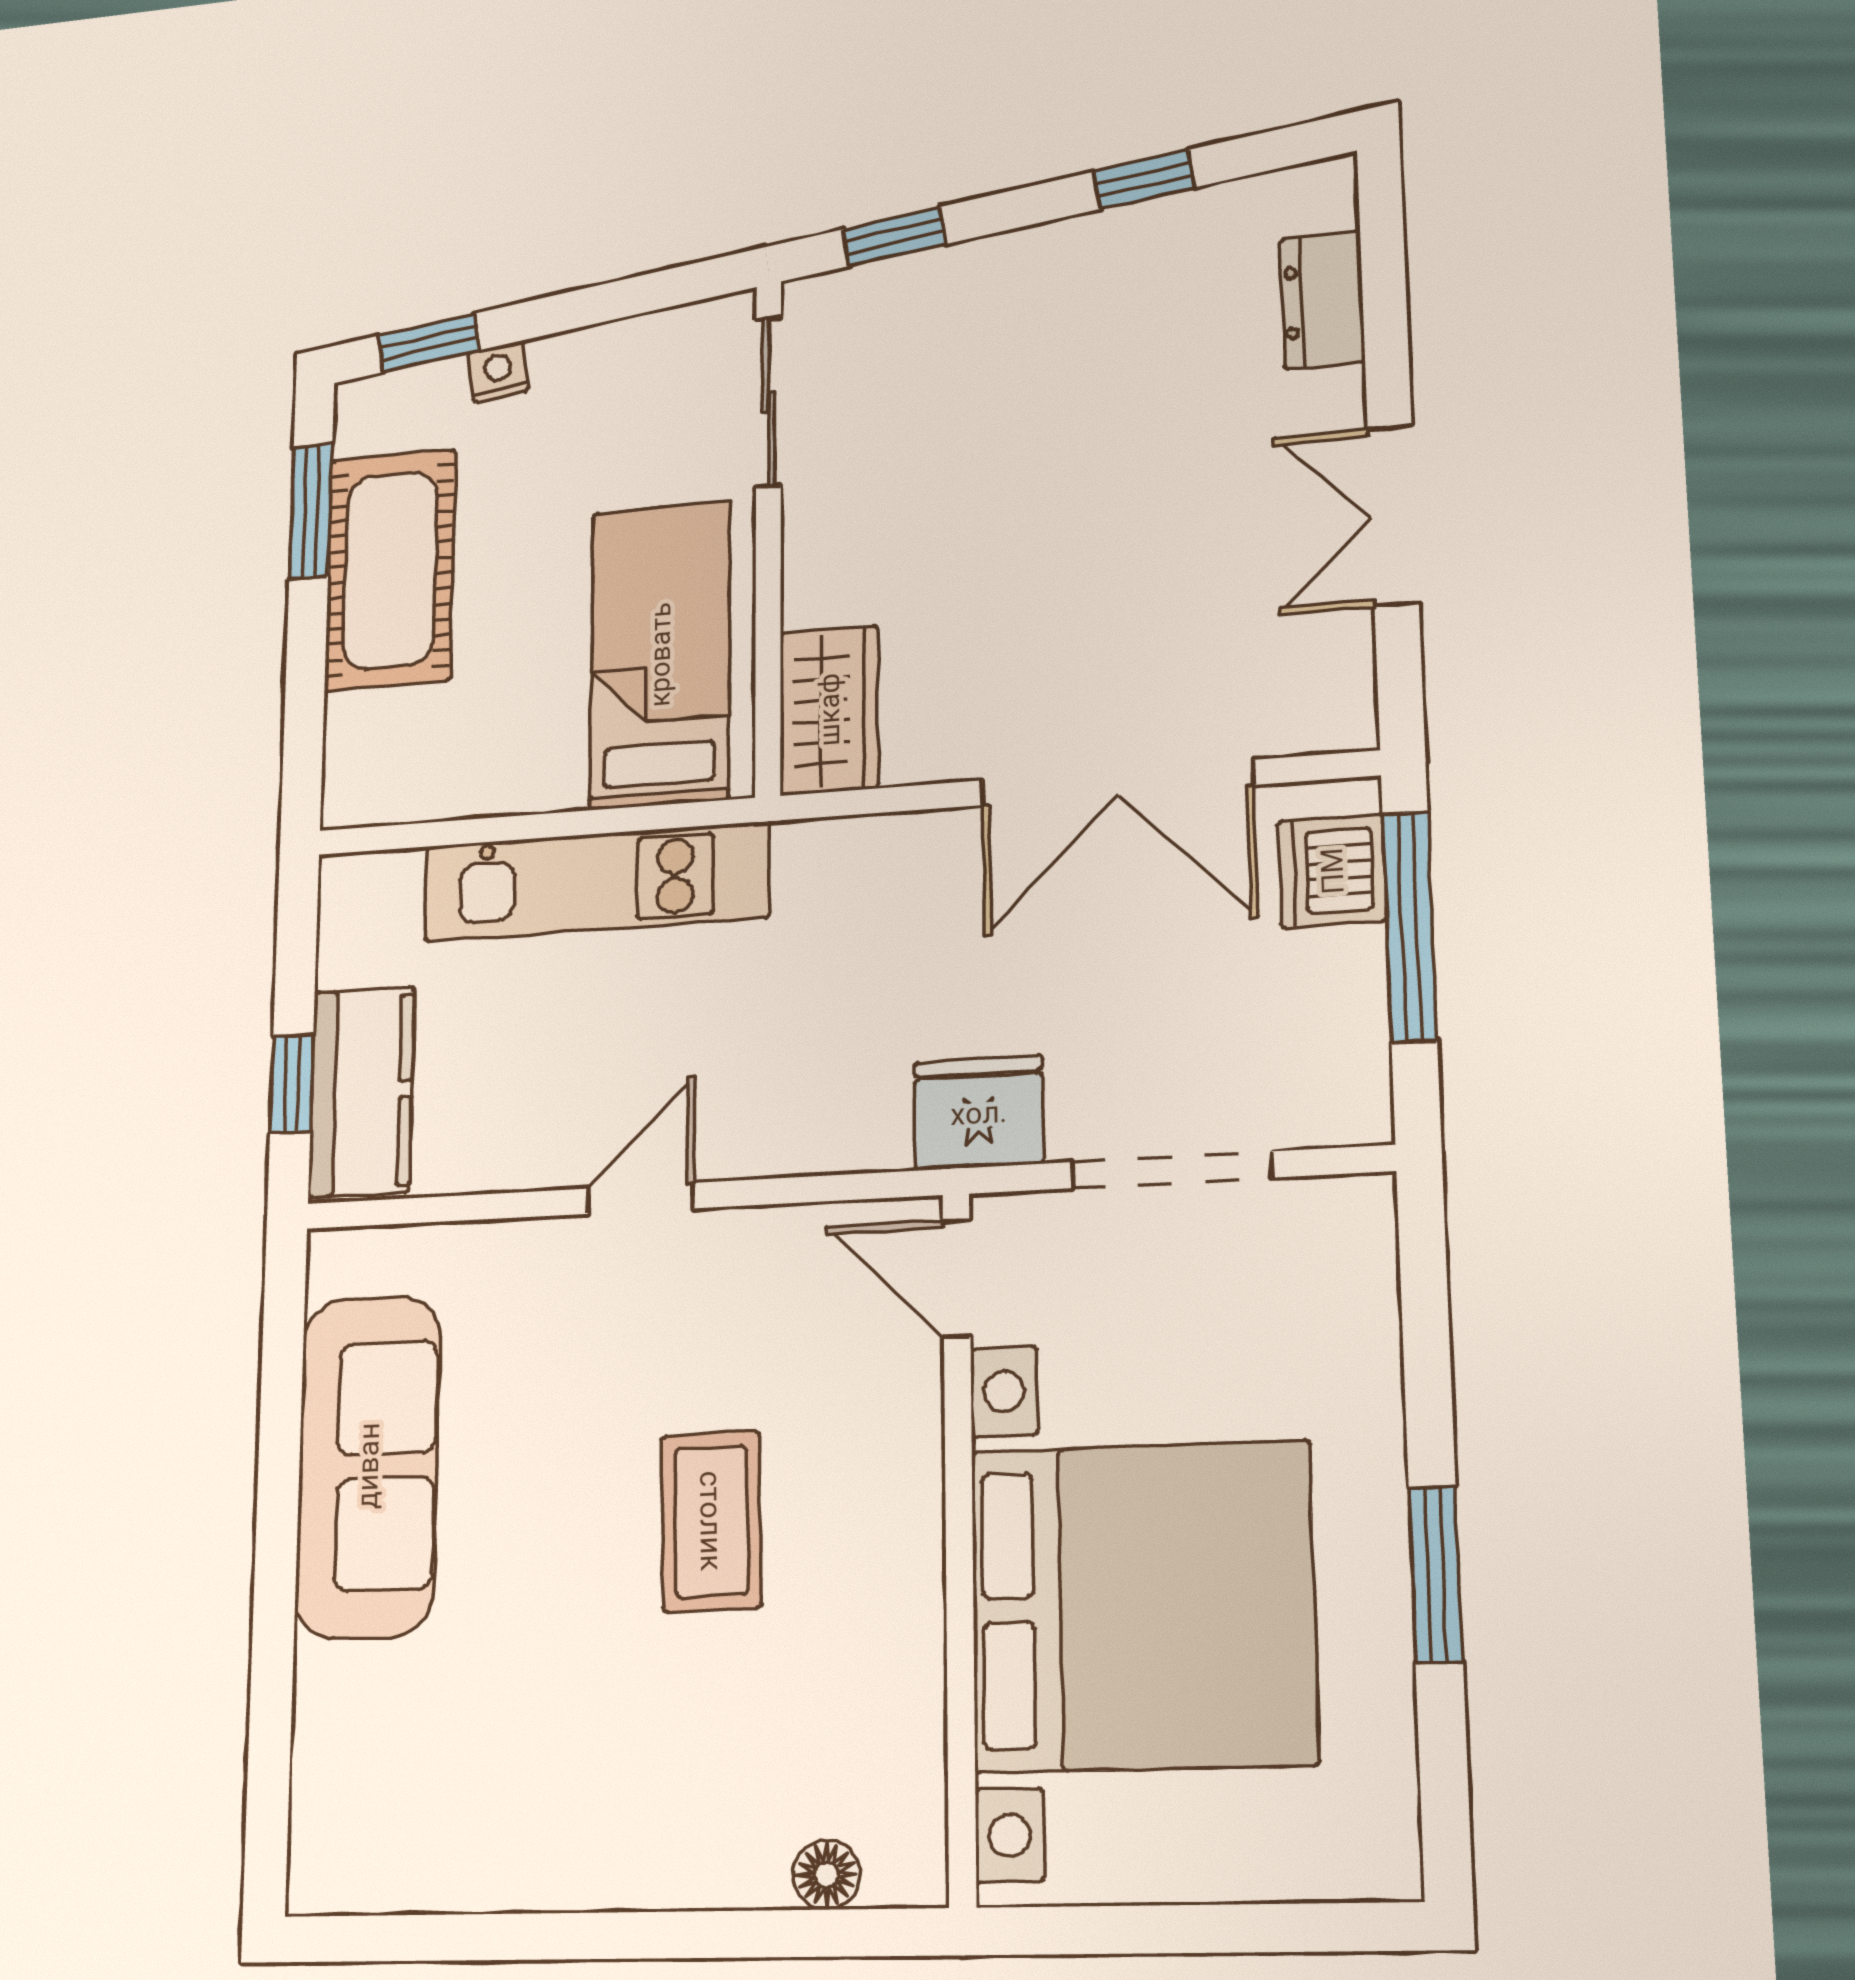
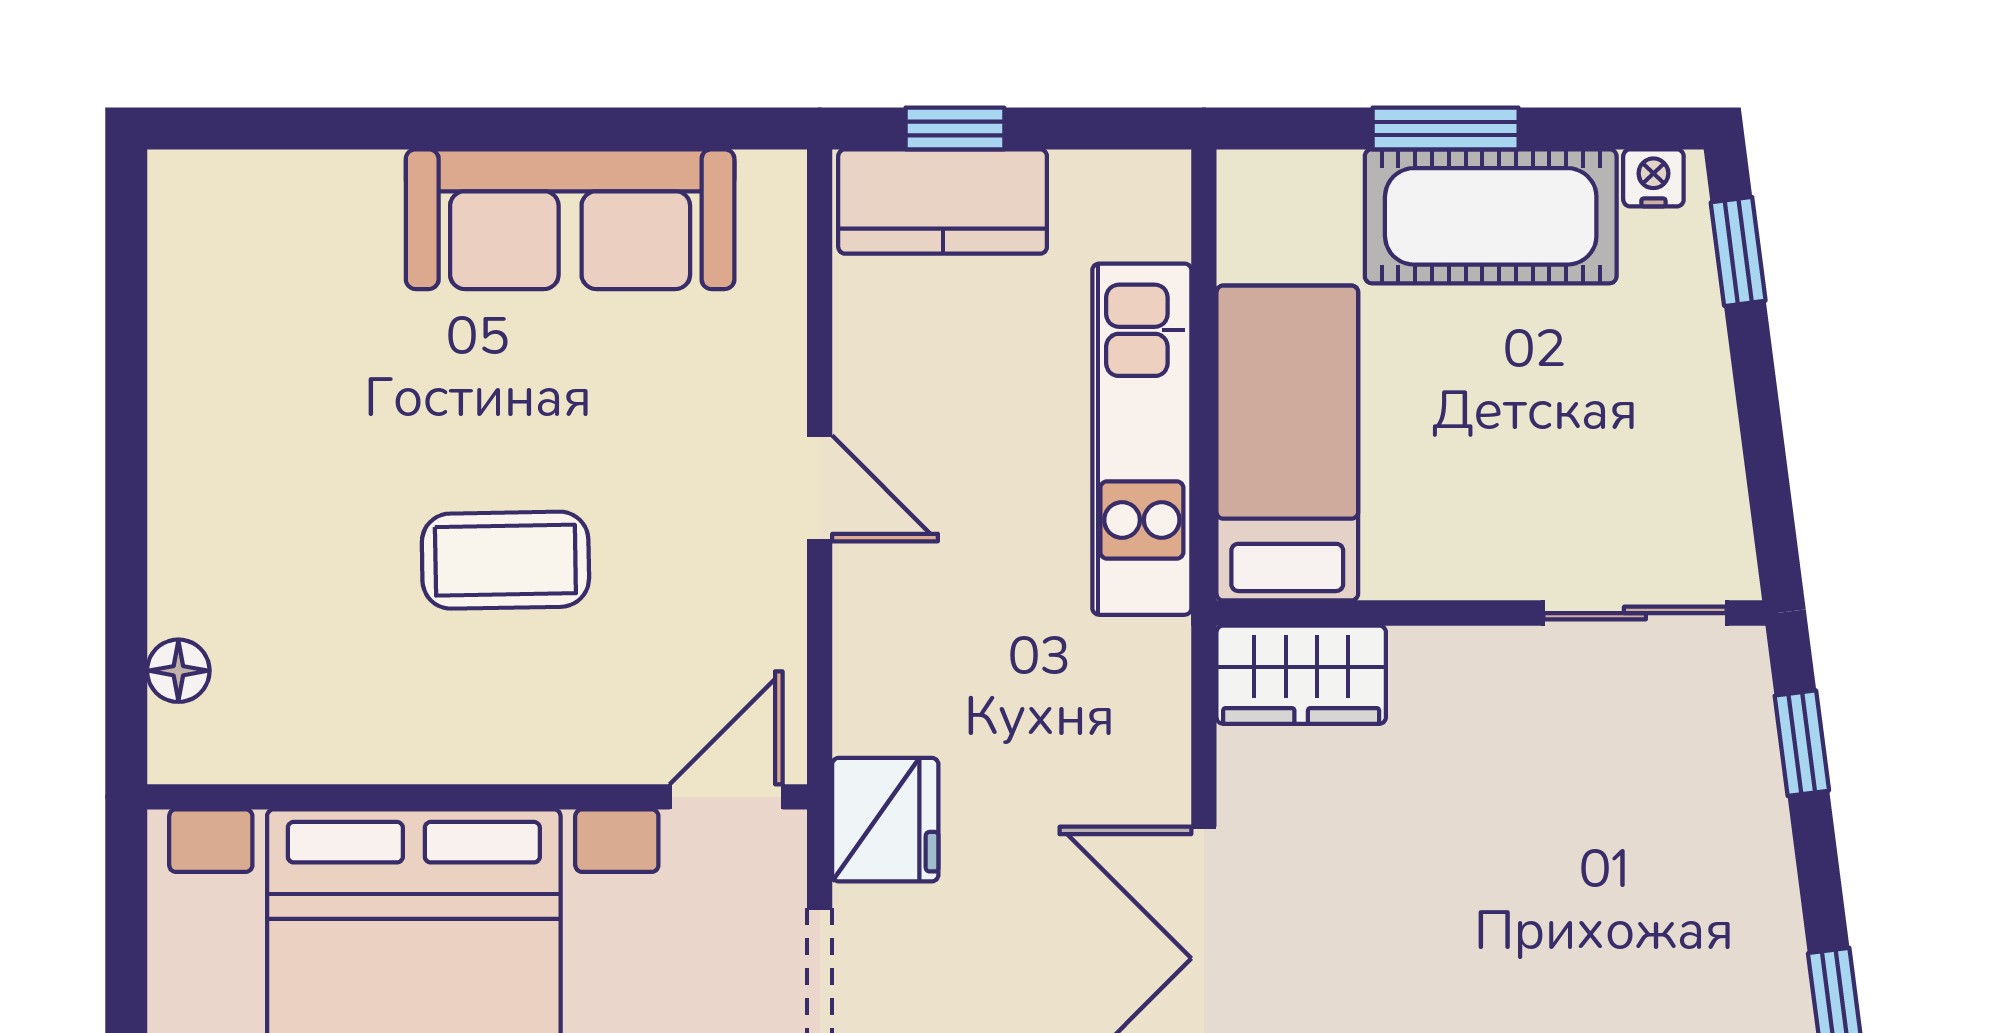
nightstand: (498, 371) -> (1653, 178), moved, turned -83
window: (311, 511) -> (1446, 128), moved
bed: (660, 655) -> (1287, 443), moved, turned -90

